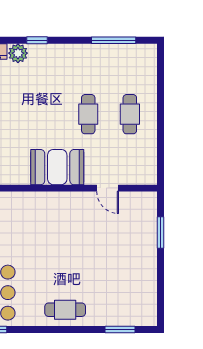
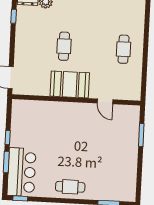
cafe table: (88, 114) -> (64, 46), moved

